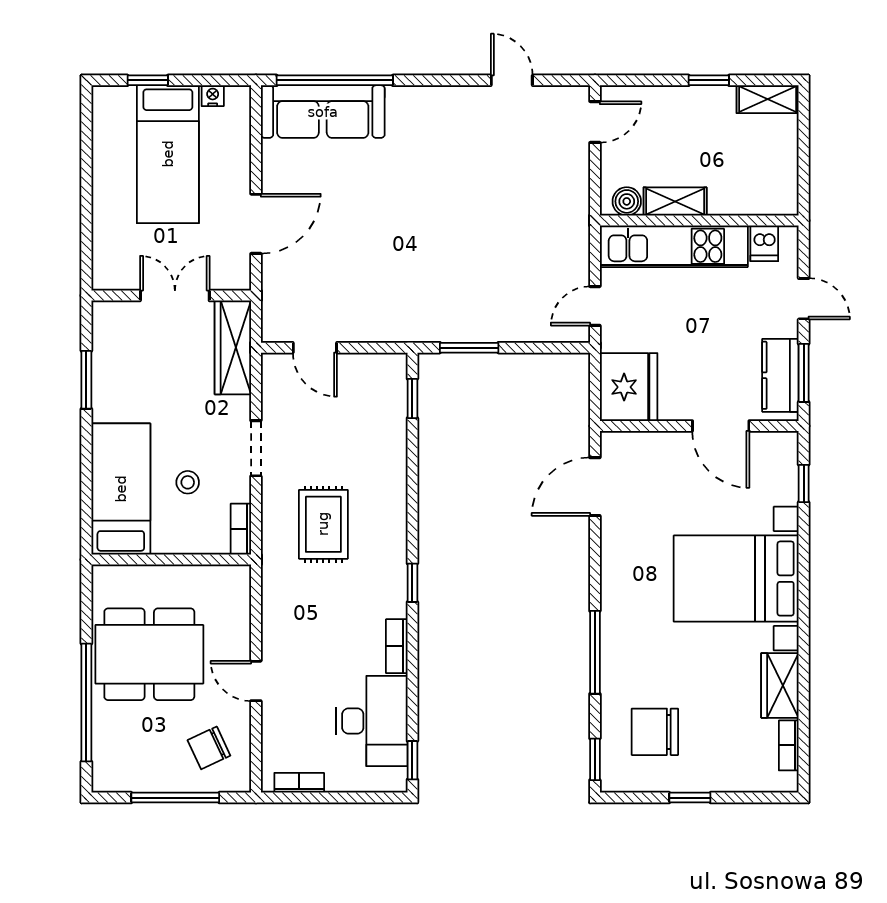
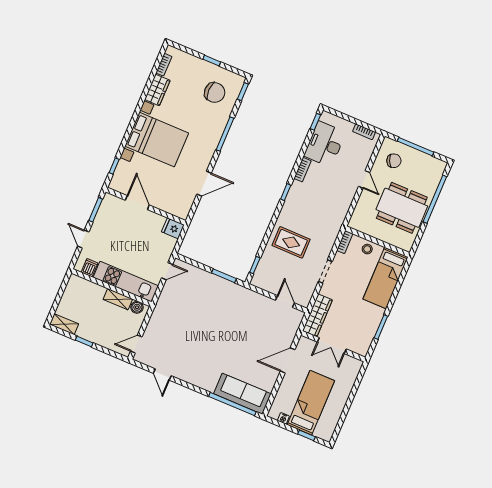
kitchen counter: (780, 375) -> (105, 213), removed
fridge: (629, 387) -> (173, 228), width x0.53, depth x0.75
stool: (188, 482) -> (367, 249), moved
door: (595, 487) -> (204, 184), moved
rug: (323, 524) -> (291, 242), moved, turned 90

